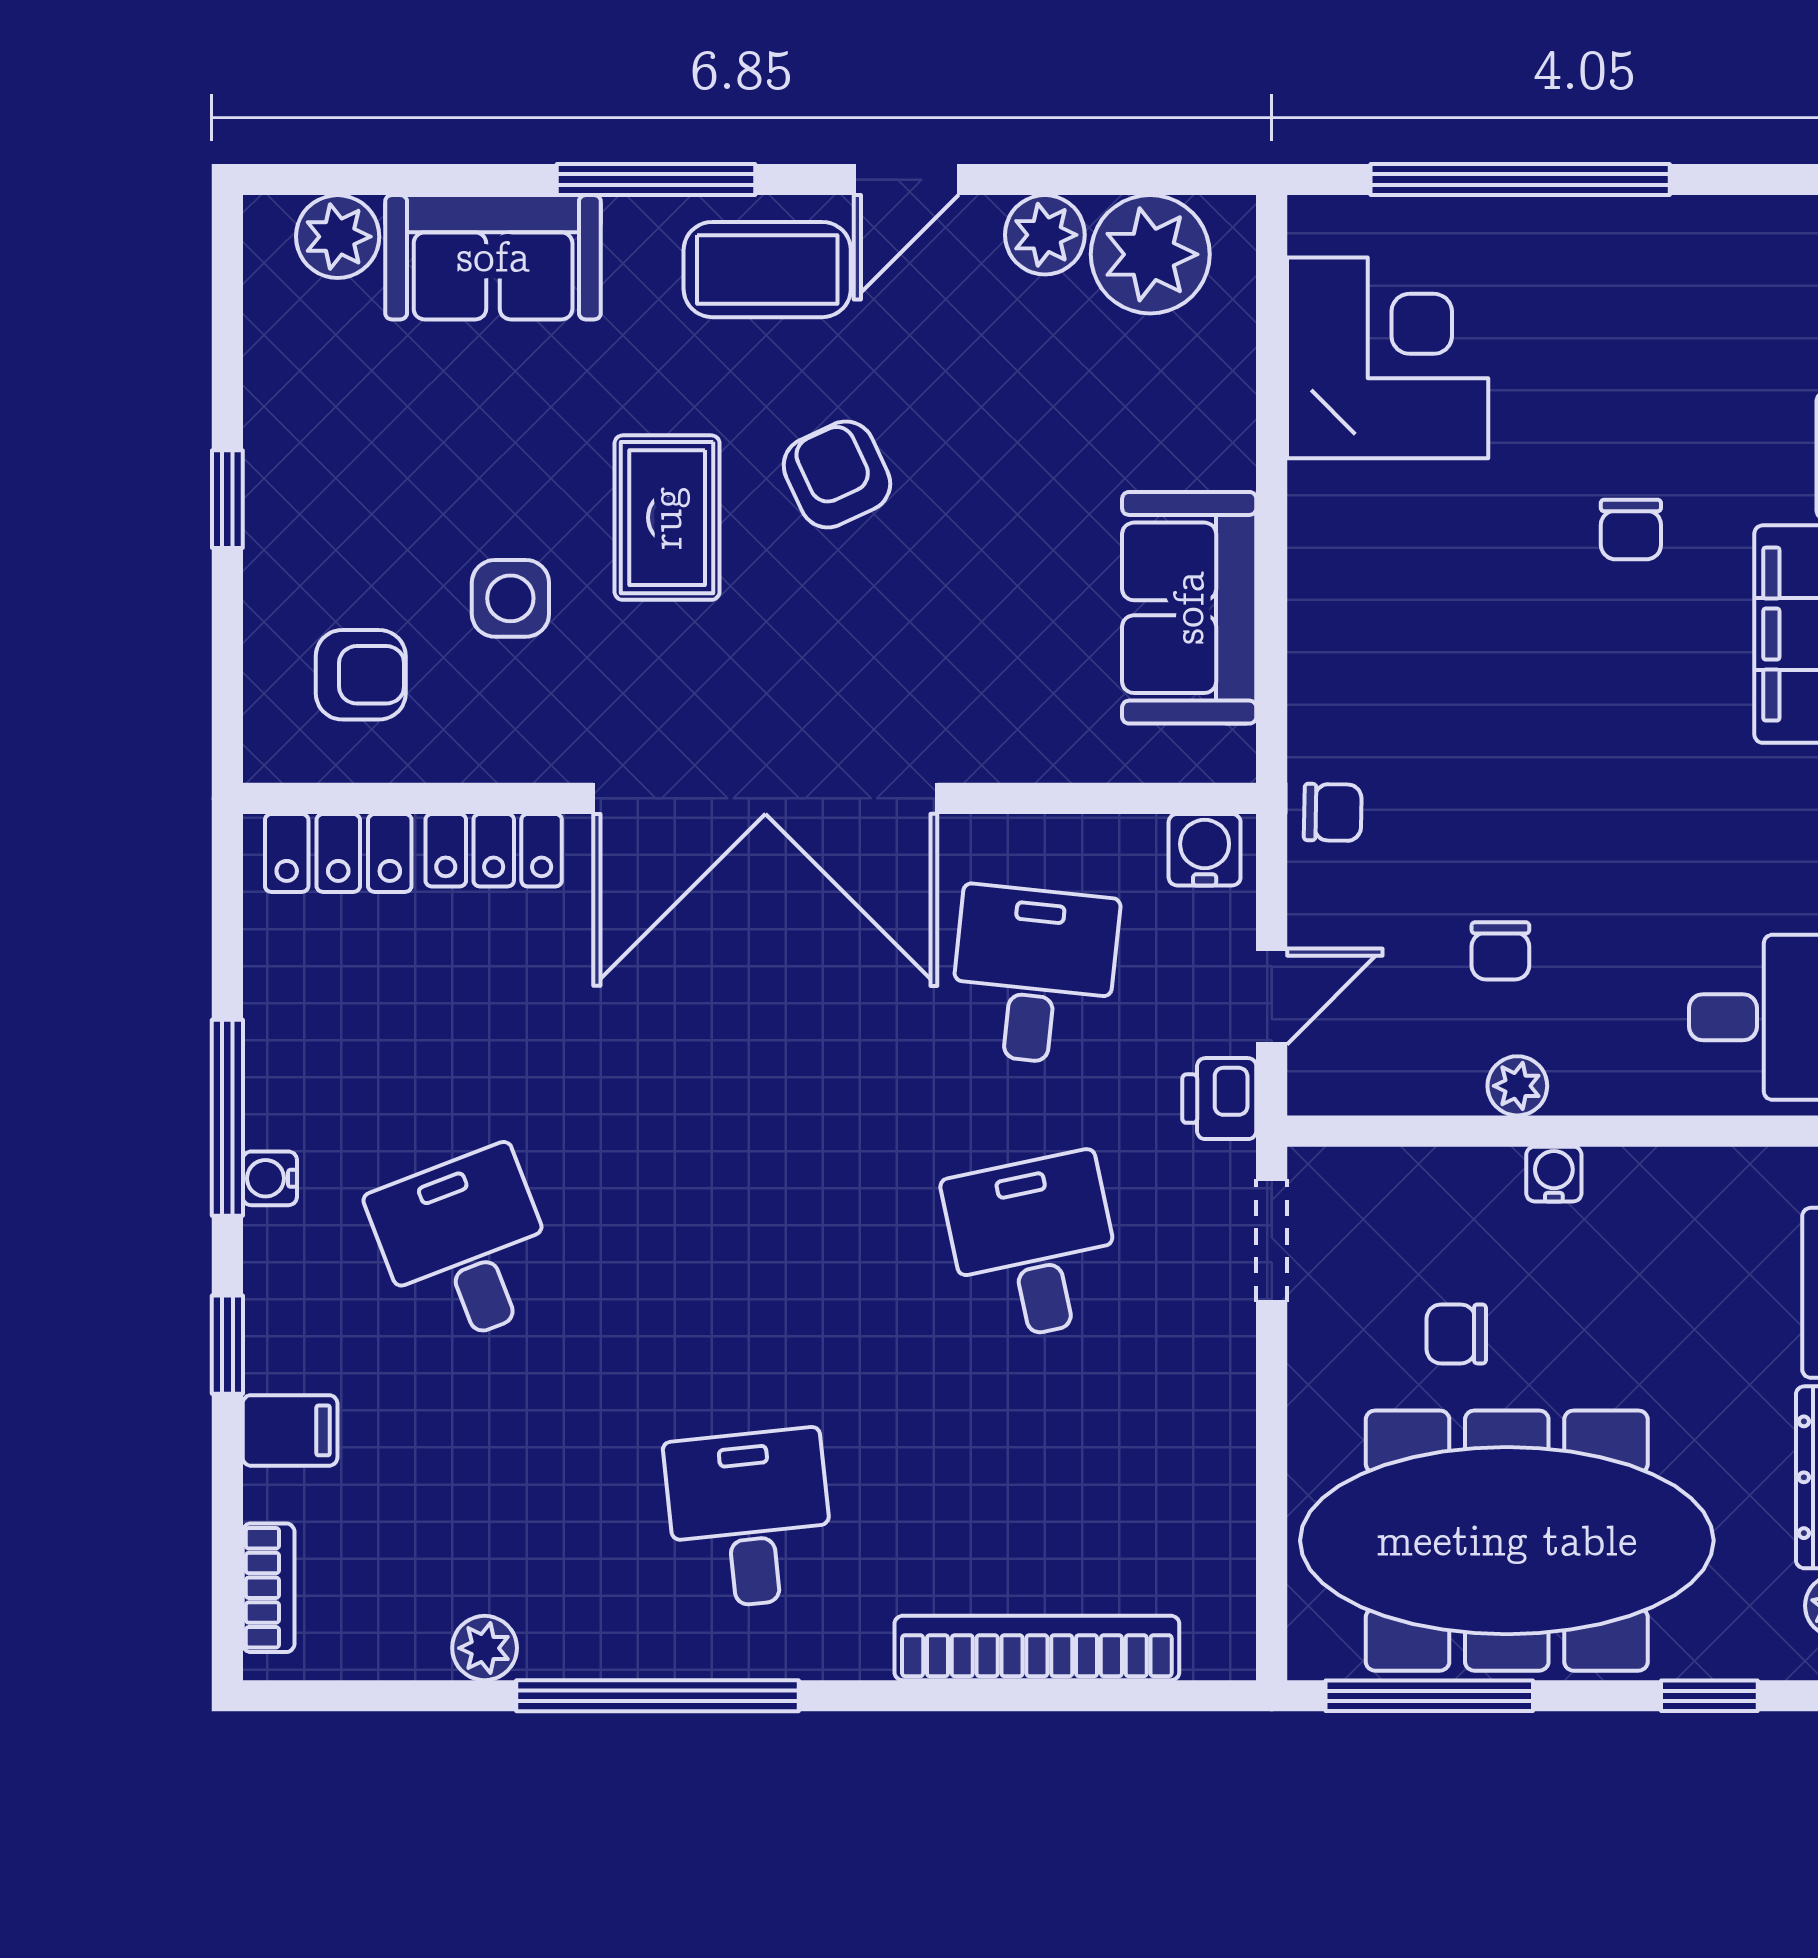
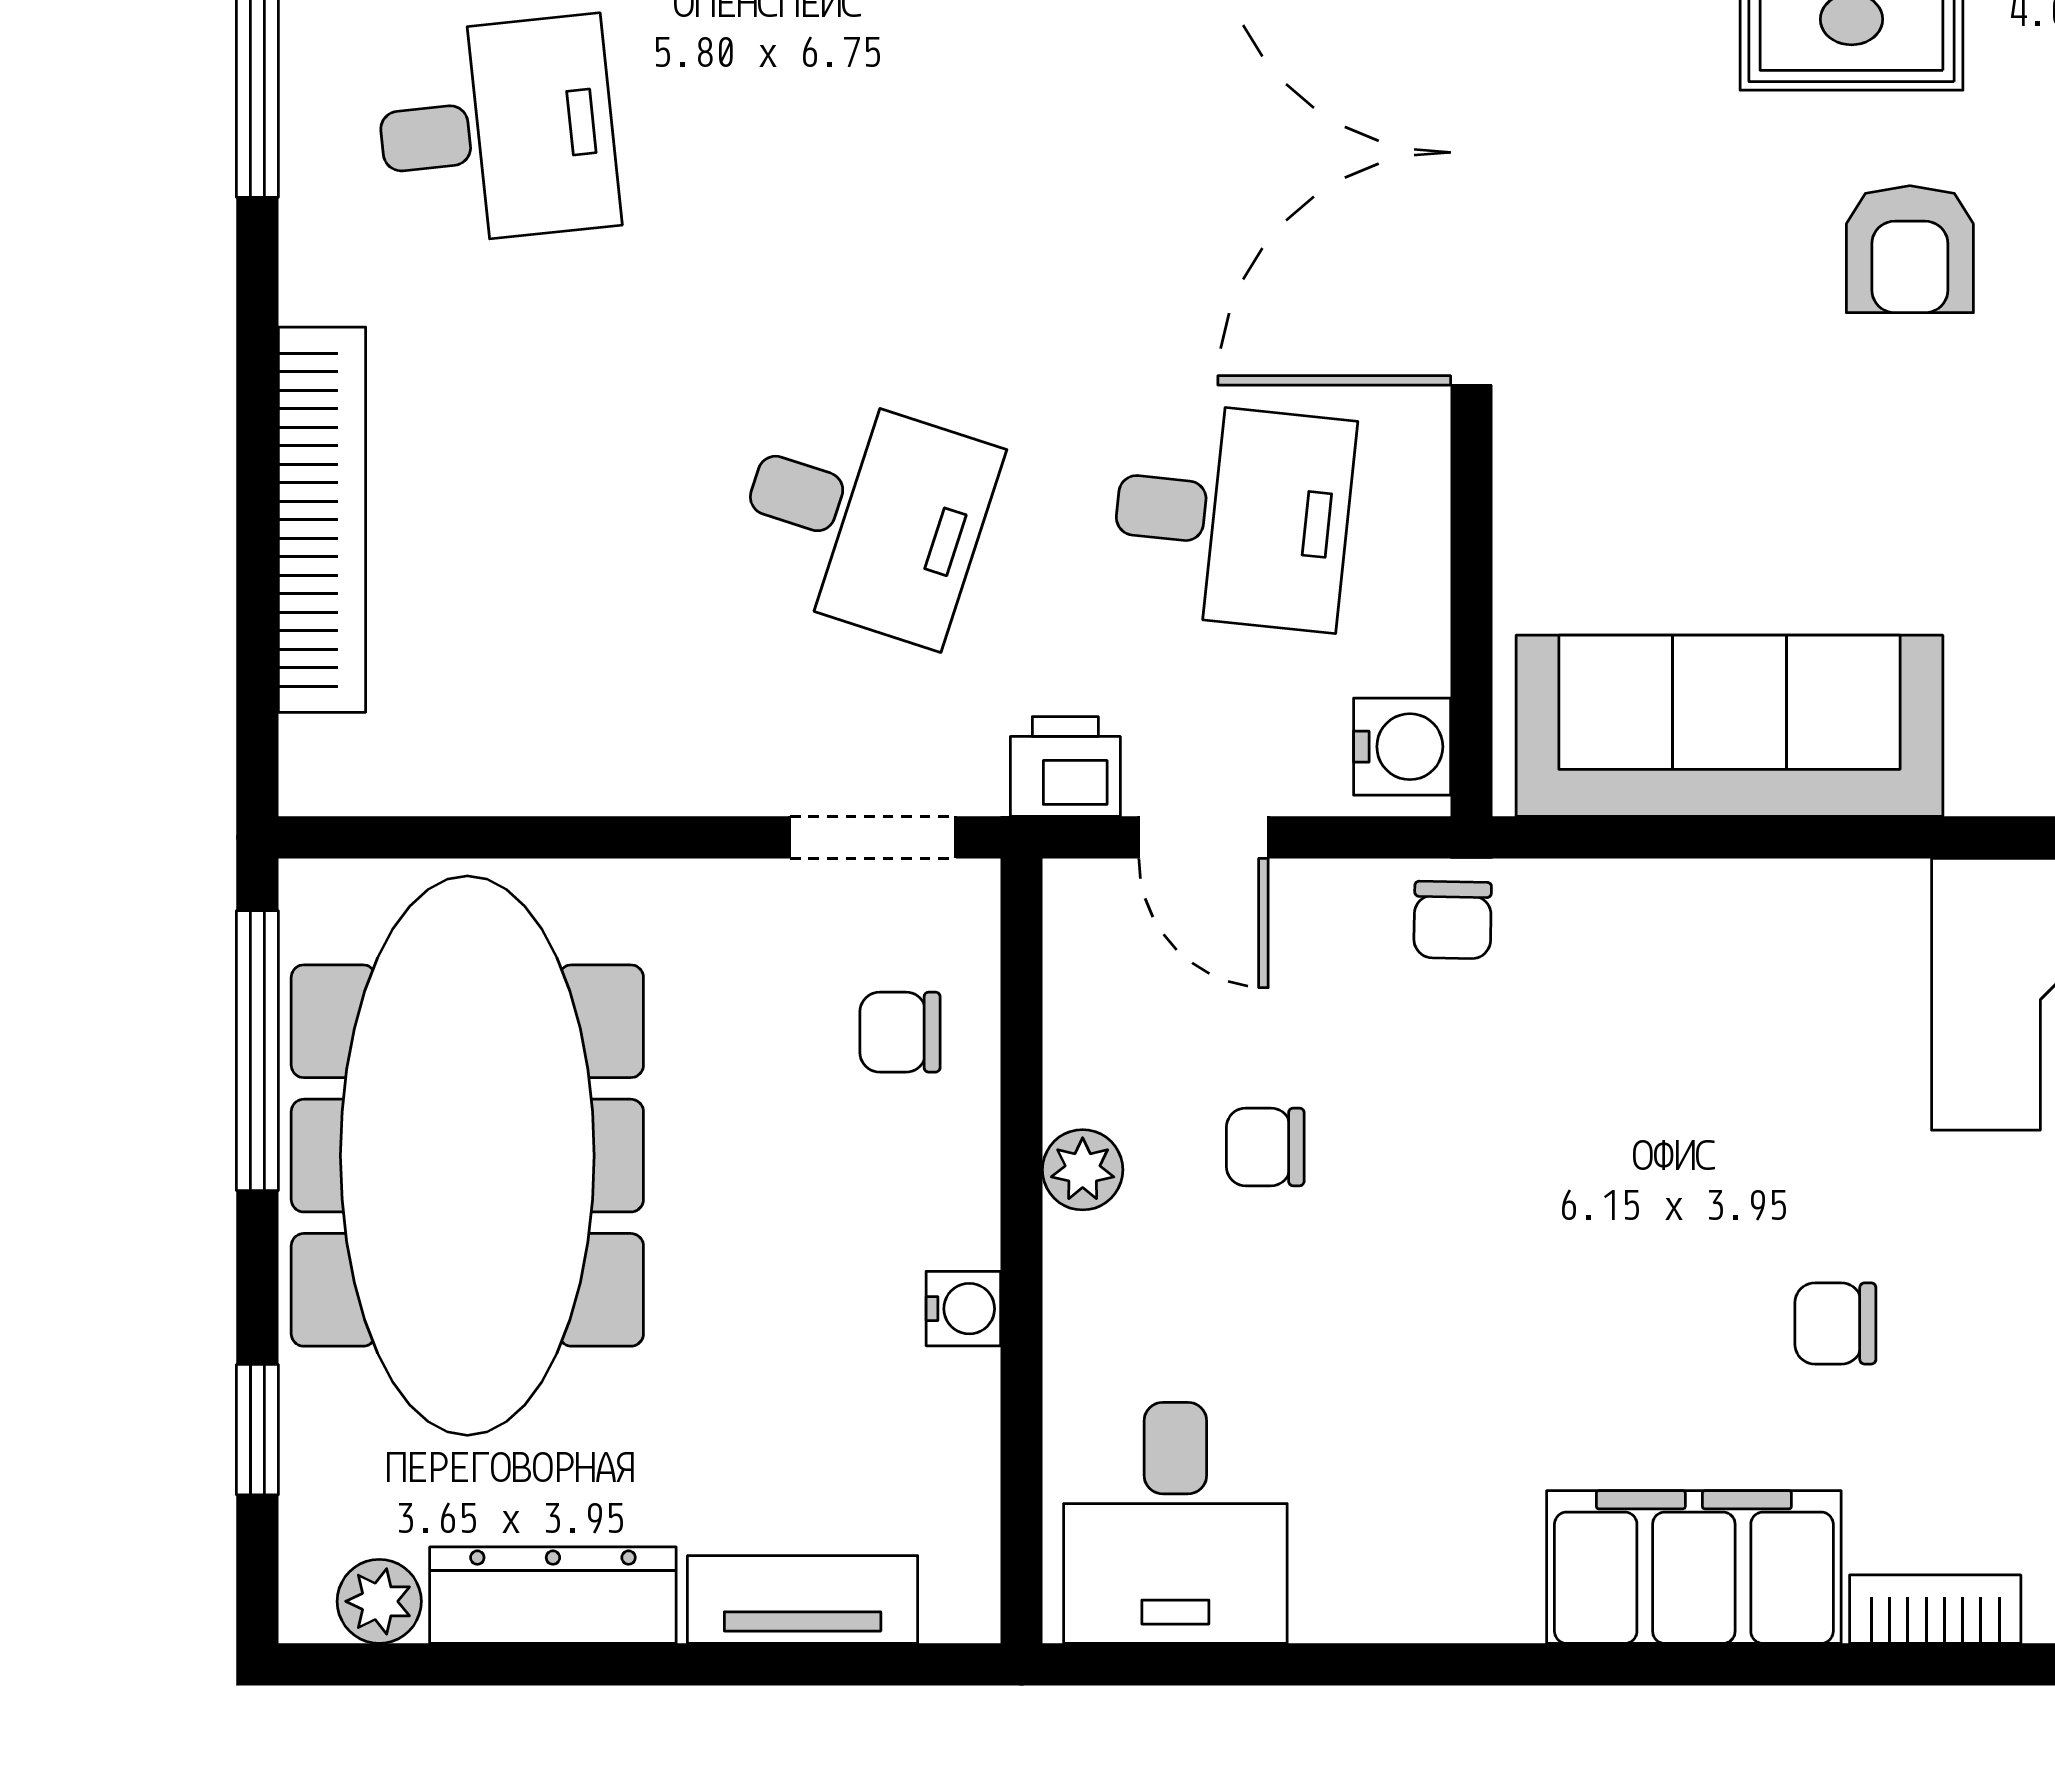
armchair: (837, 474) -> (1910, 249), turned 115
sofa: (1189, 608) -> (1729, 726), width x1.36
water cooler: (1554, 1174) -> (963, 1309), moved
desk: (1034, 1247) -> (864, 516), turned 30
chair: (1456, 1334) -> (900, 1032), moved, turned -90

